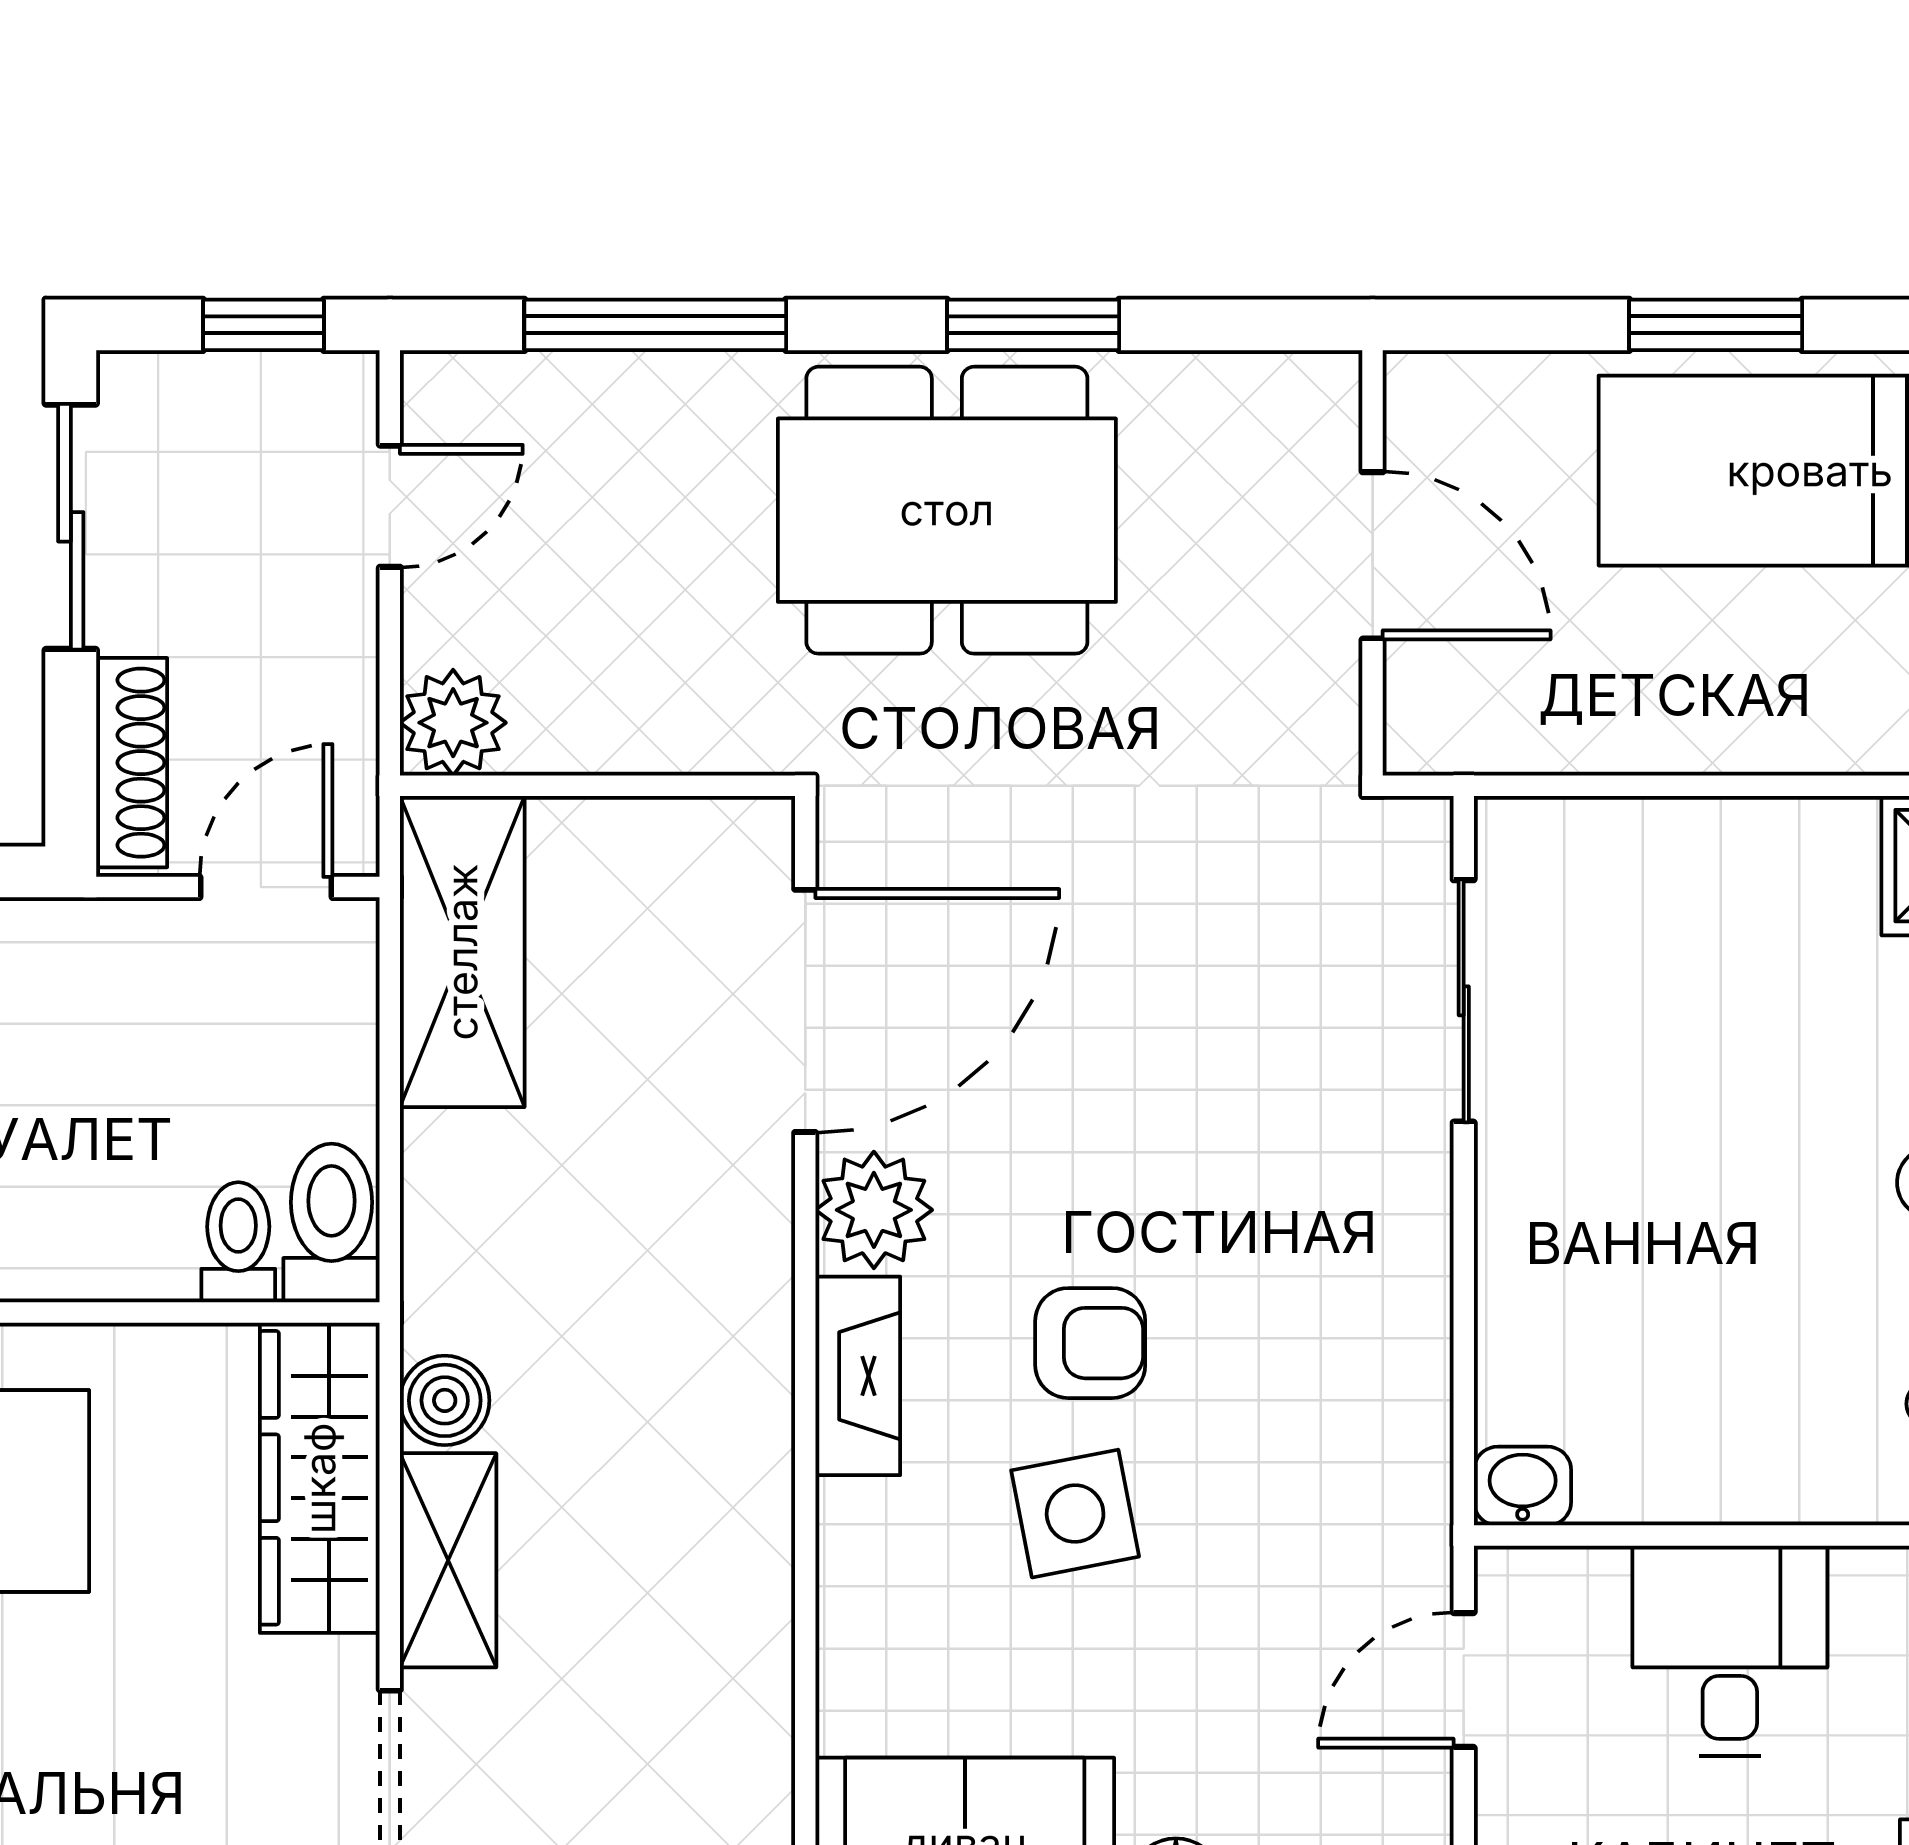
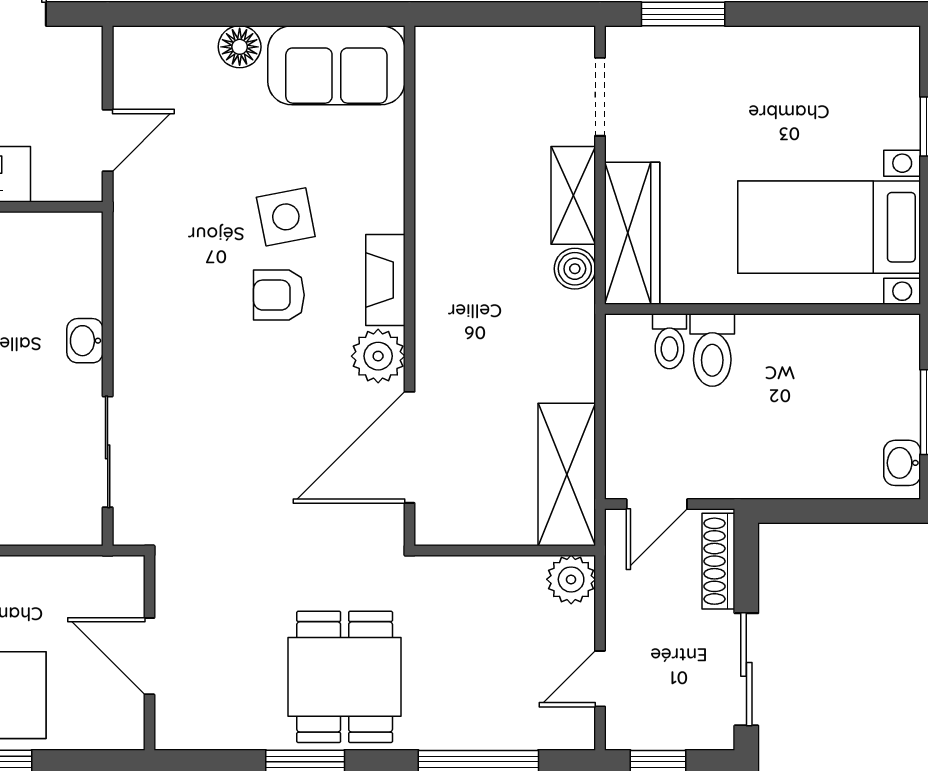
dining table: (947, 510) -> (345, 677), width x0.73
toilet: (331, 1223) -> (712, 350), moved
washbasin: (1523, 1486) -> (85, 341), moved, turned 90

